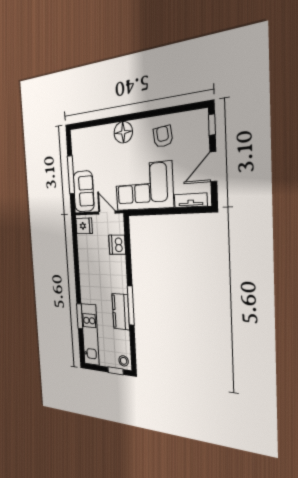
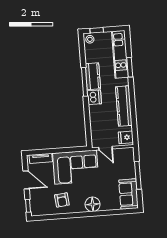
door: (213, 167) -> (26, 180), hinge flipped
sofa: (84, 191) -> (129, 194), moved
dishwasher: (117, 245) -> (94, 97), moved
kitchen counter: (86, 267) -> (124, 106), added

